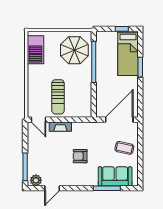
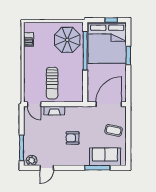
barbecue: (35, 50) -> (29, 39), width x0.53, depth x0.65
bed: (128, 53) -> (107, 43), width x2.04

